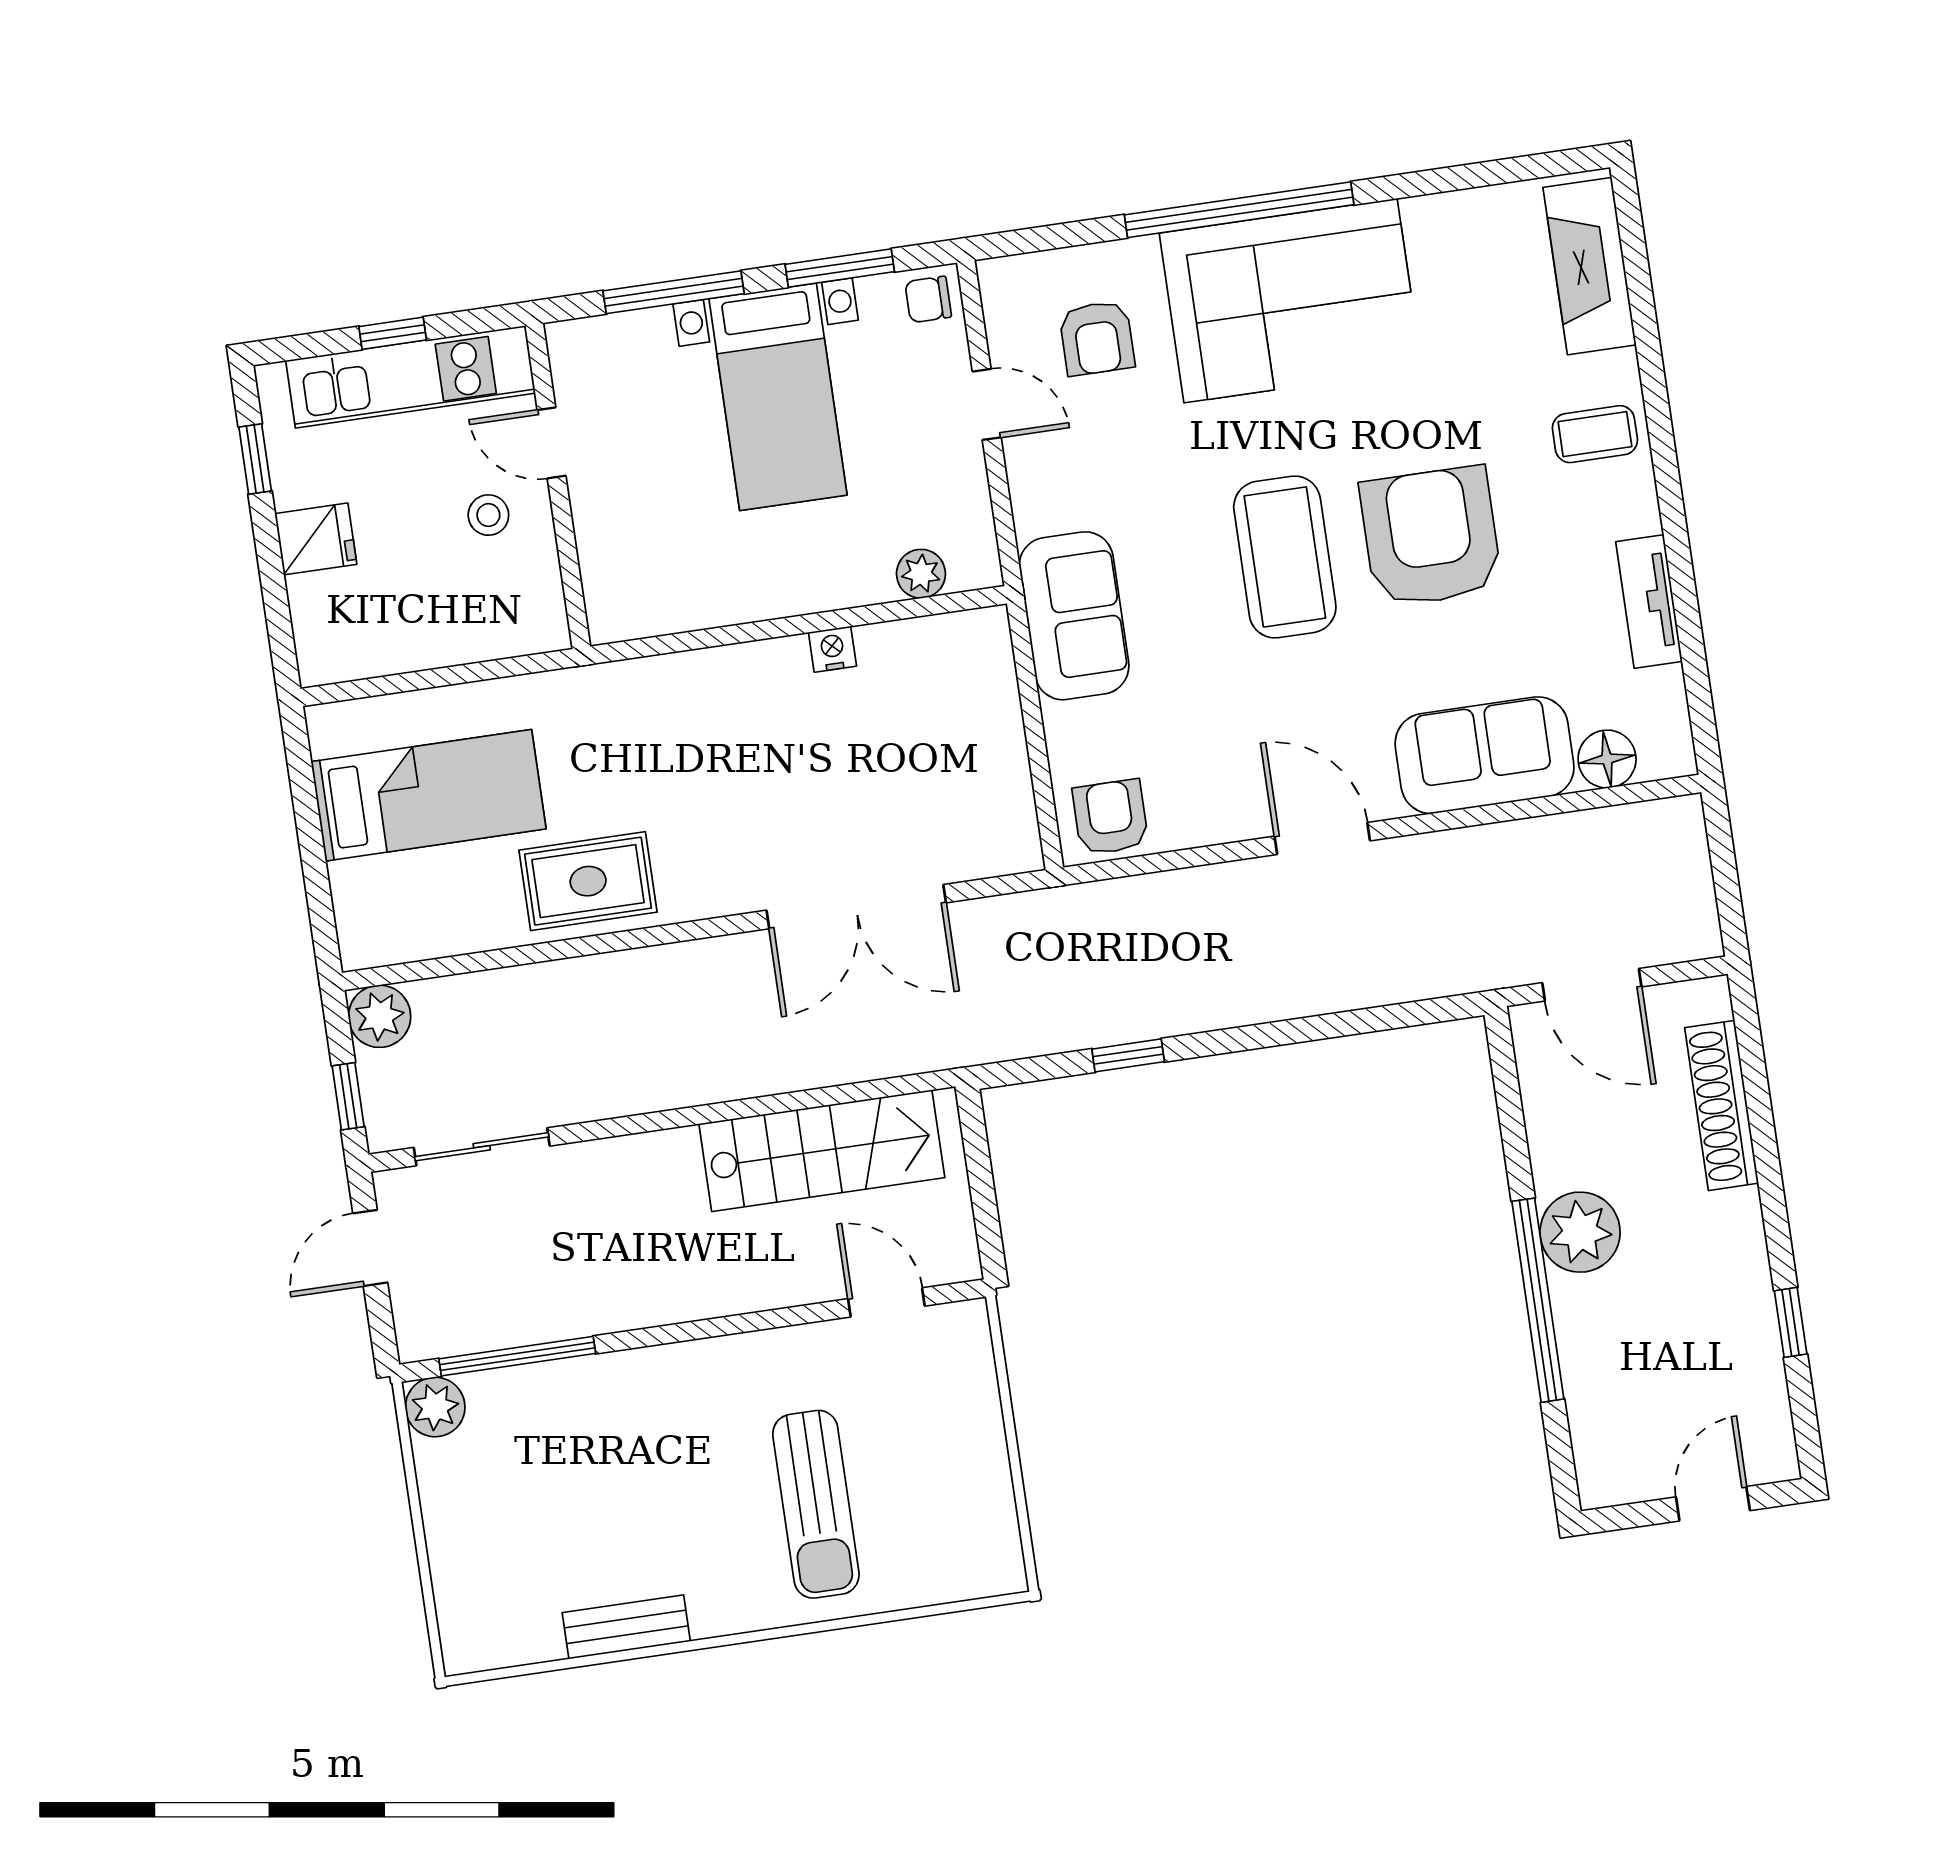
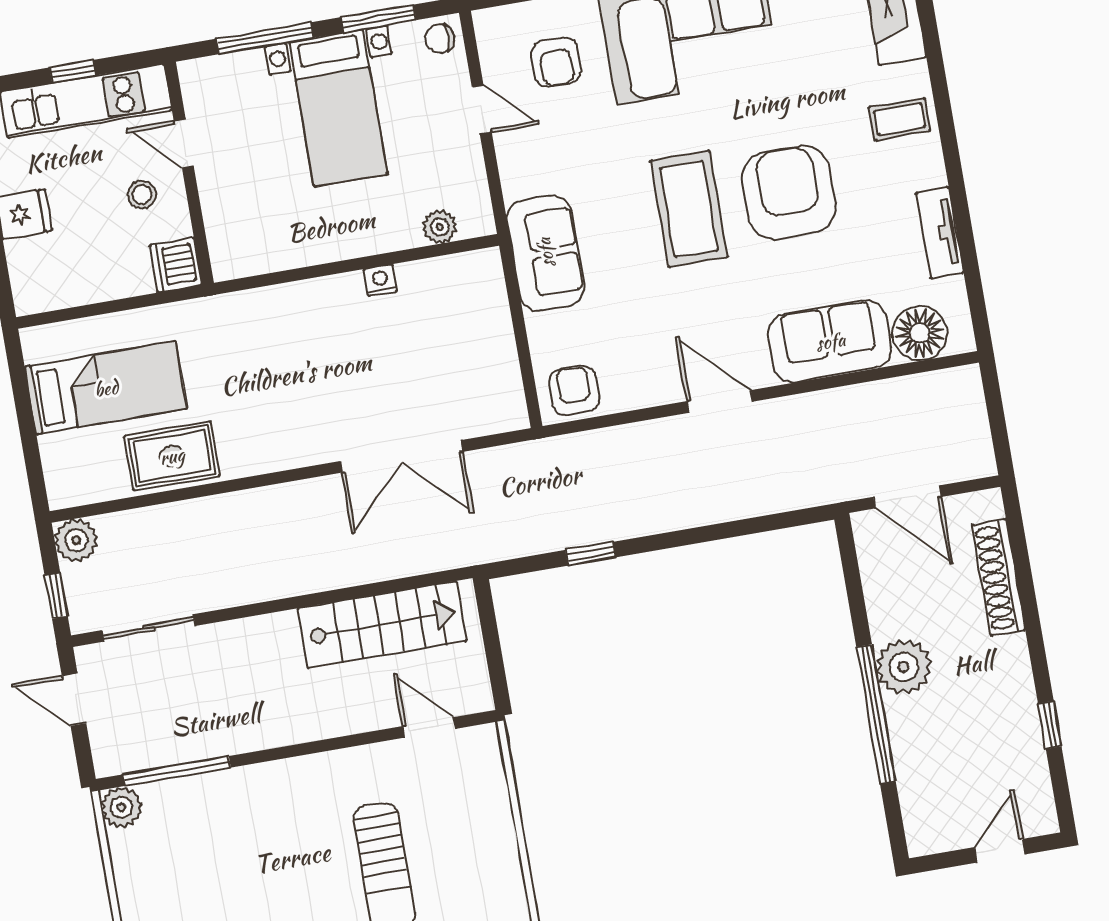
dishwasher: (535, 619) -> (176, 265), added
floor lamp: (1607, 759) -> (920, 333), width x1.38, depth x1.38
rug: (588, 881) -> (172, 456), moved
door: (370, 1248) -> (74, 699), hinge flipped

